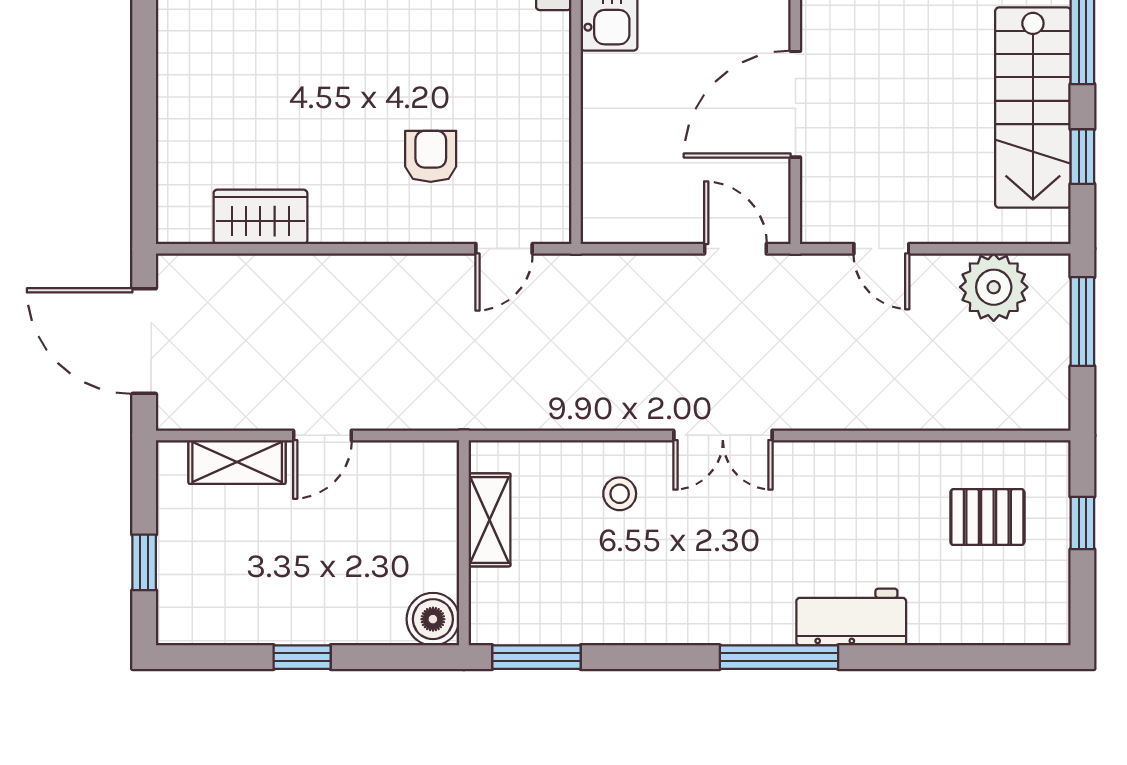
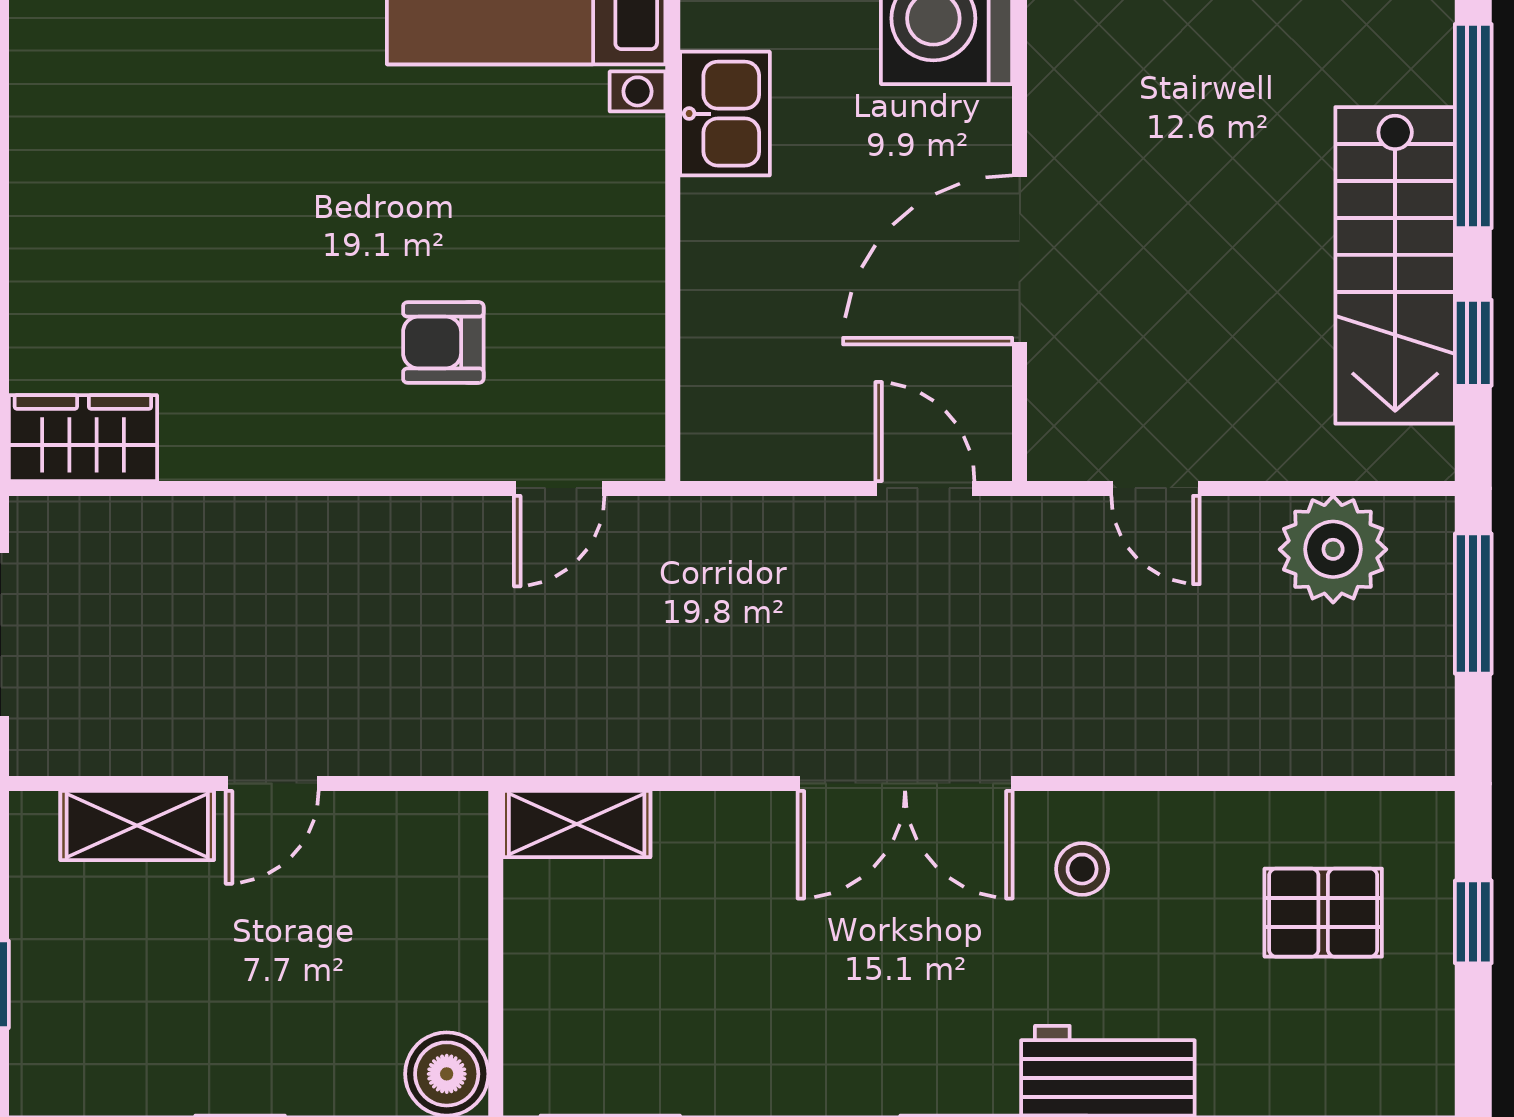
armchair: (431, 156) -> (443, 342), turned -90
wardrobe: (260, 217) -> (83, 438), moved
double door: (723, 435) -> (905, 784), width x1.37
stool: (620, 494) -> (1082, 869), moved
shelving: (490, 520) -> (577, 824), moved, turned 90

